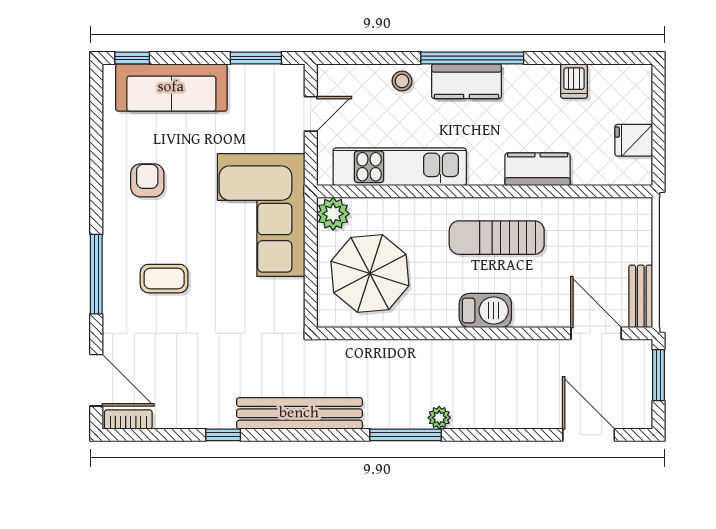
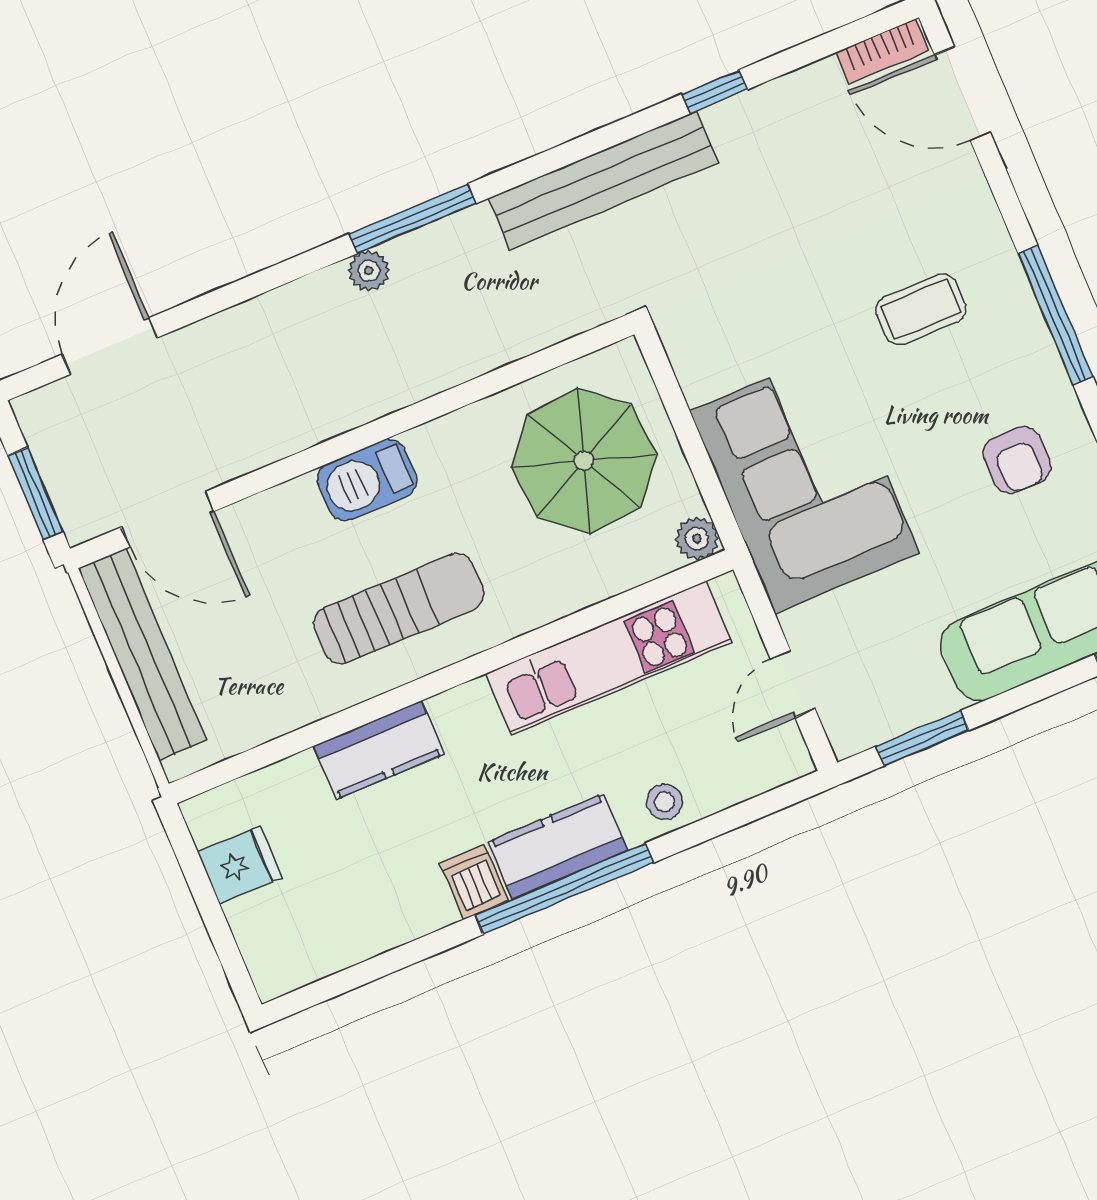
dishwasher: (574, 81) -> (474, 882), moved
plant: (333, 214) -> (697, 539), width x0.73, depth x0.73
window: (96, 274) -> (1056, 315), moved
bench: (641, 296) -> (142, 654), width x1.86, depth x1.21
door: (589, 435) -> (110, 346), swing flipped

